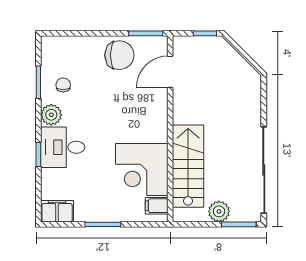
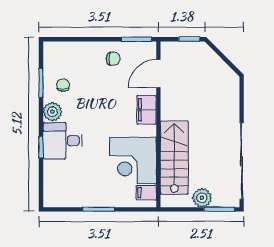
chair: (119, 55) -> (113, 59), width x0.54, depth x0.54
filing cabinet: (57, 211) -> (147, 110), moved, turned -90

